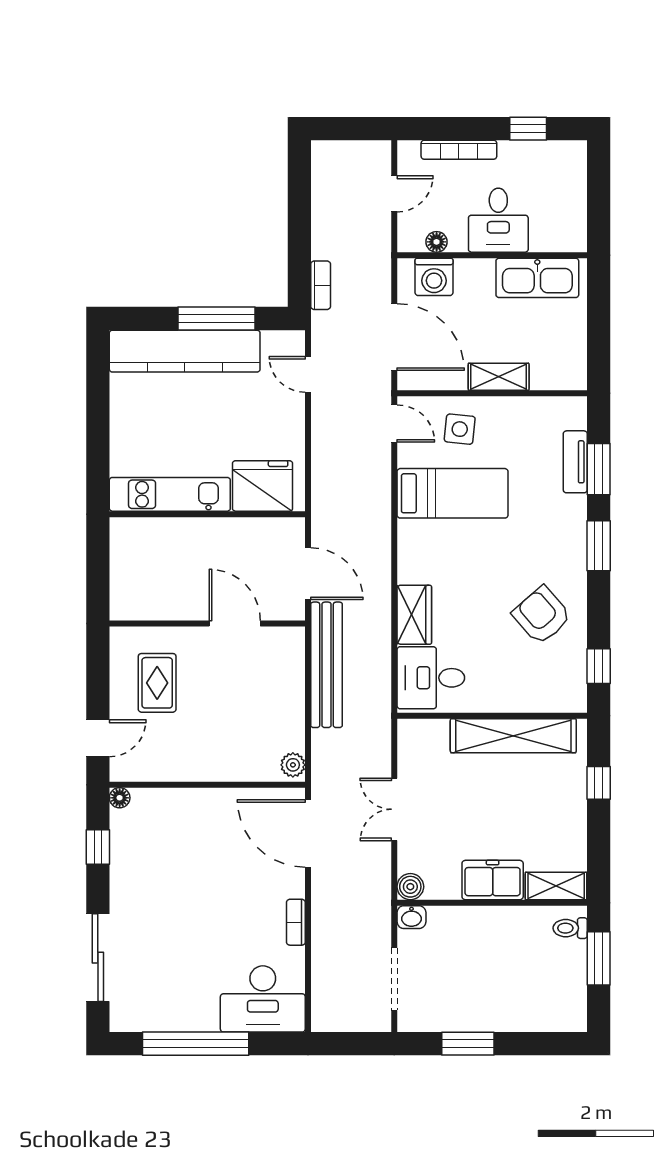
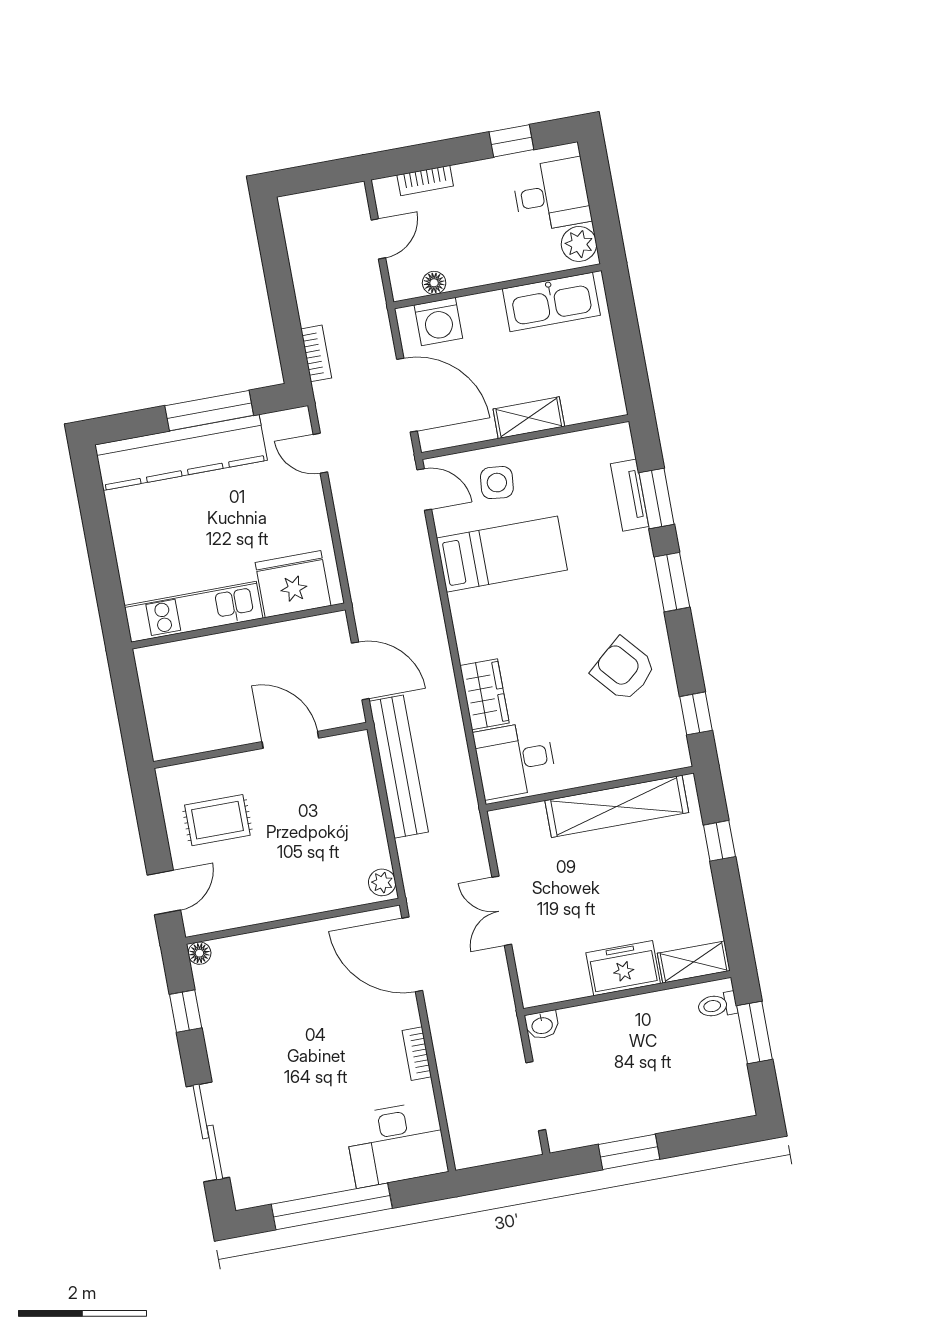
bookcase: (459, 150) -> (425, 180), width x0.64
desk: (498, 220) -> (552, 195), moved, turned -90
plant: (571, 231) -> (579, 244), added
rug: (157, 683) -> (217, 820), turned 90
boiler: (410, 887) -> (535, 992), removed

